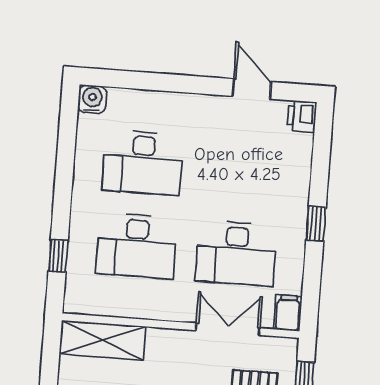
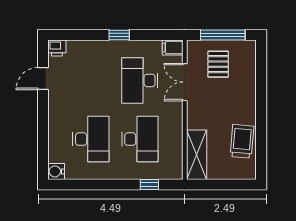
desk: (236, 253) -> (140, 80), turned 180

